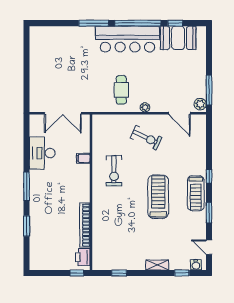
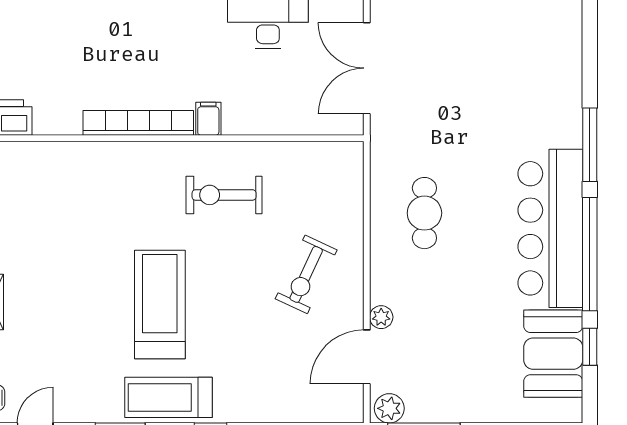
cafe table: (121, 90) -> (424, 213), turned 90
plant: (145, 107) -> (381, 317), moved
filing cabinet: (83, 158) -> (208, 119), moved
treadmill: (158, 197) -> (160, 304), turned -90
bookcase: (85, 225) -> (138, 123), moved

